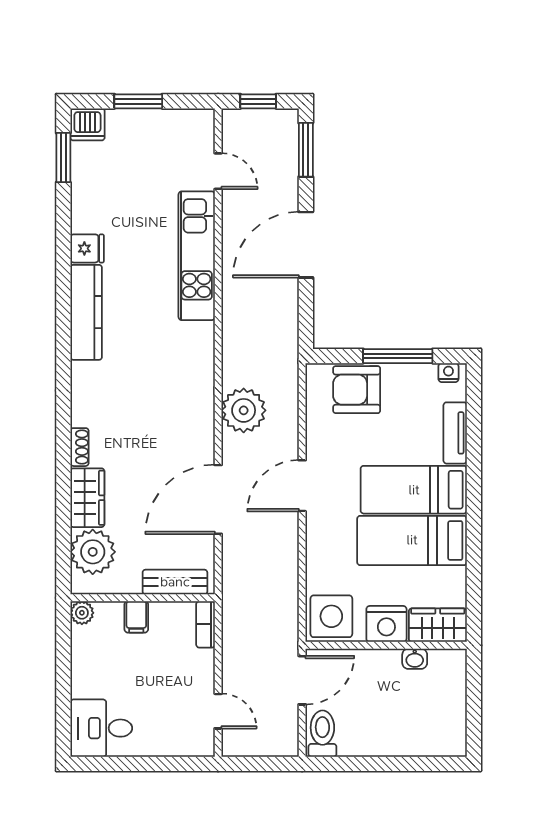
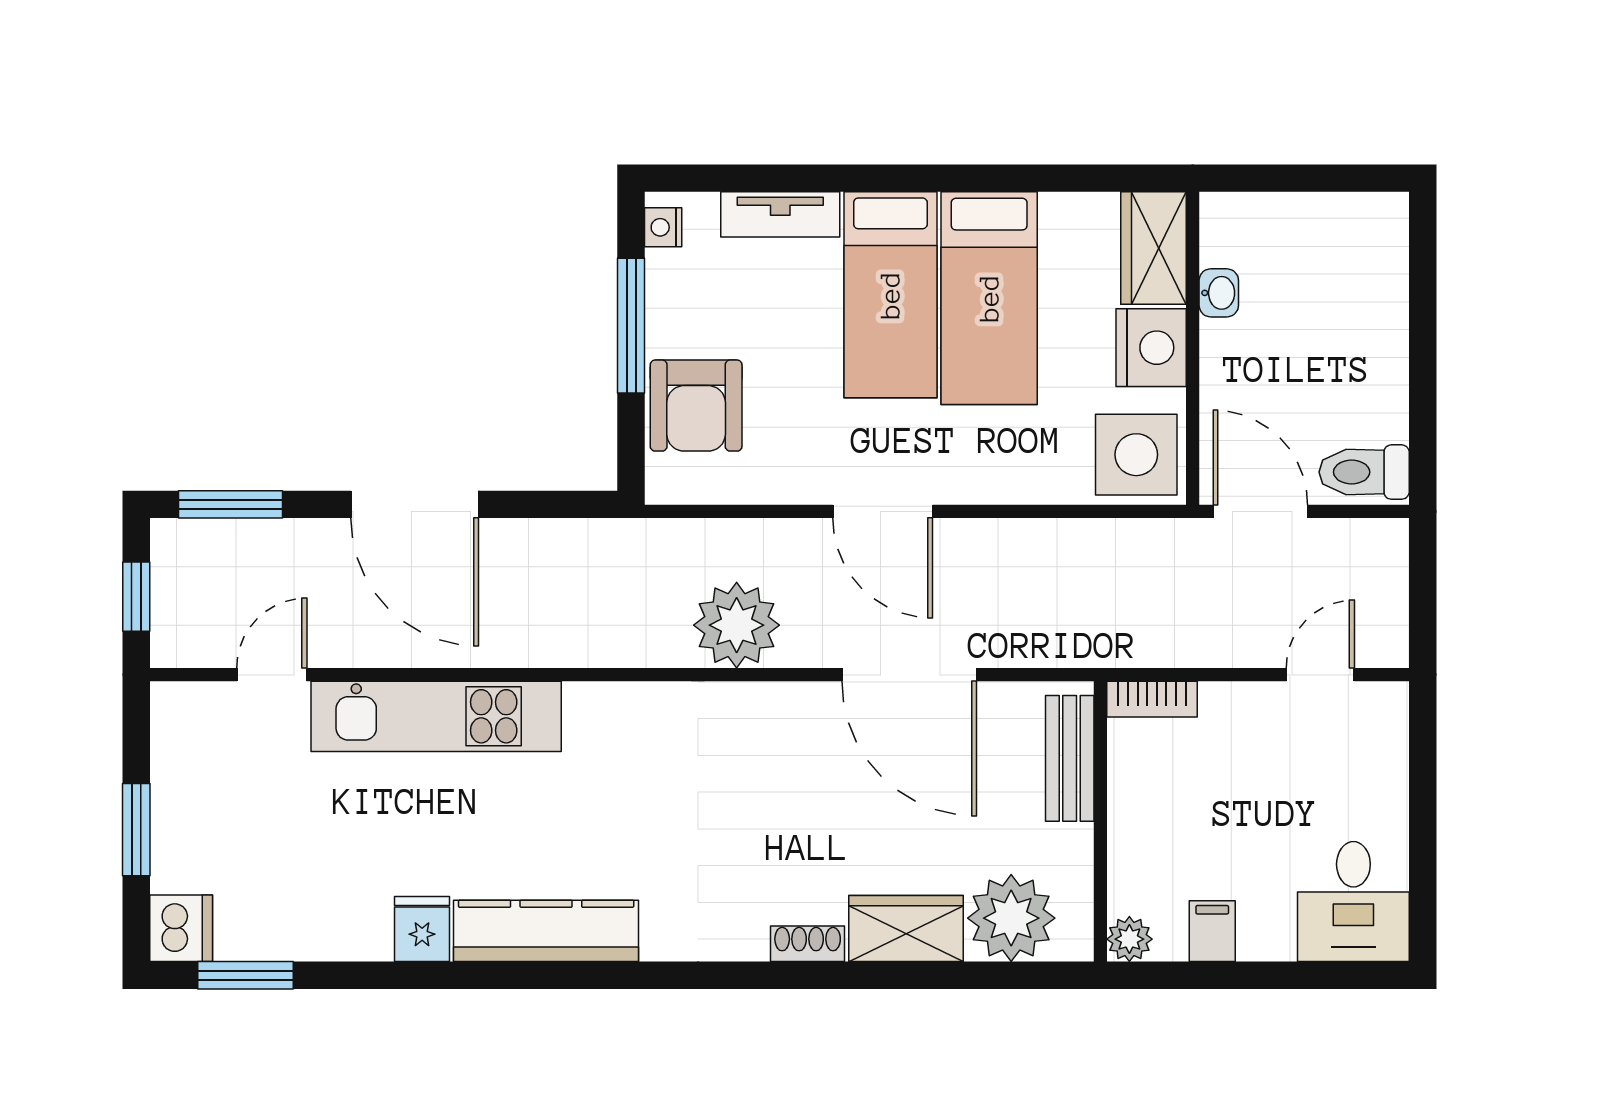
filing cabinet: (136, 617) -> (1212, 931), moved, turned -90

